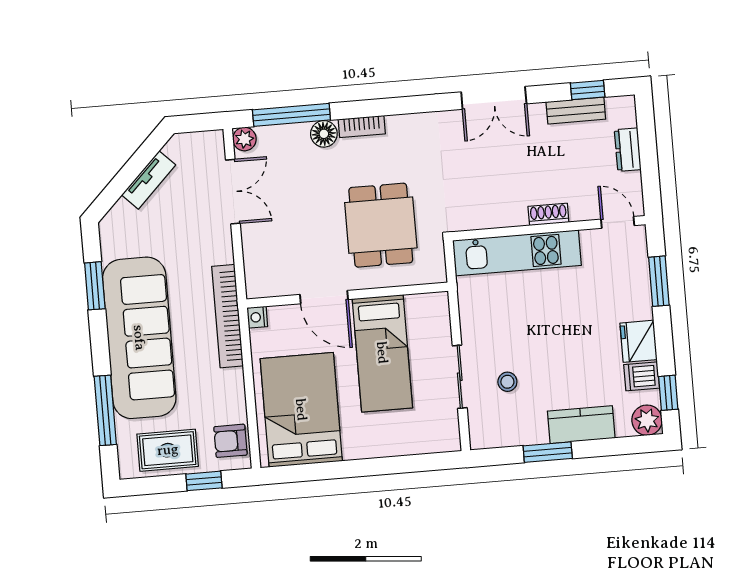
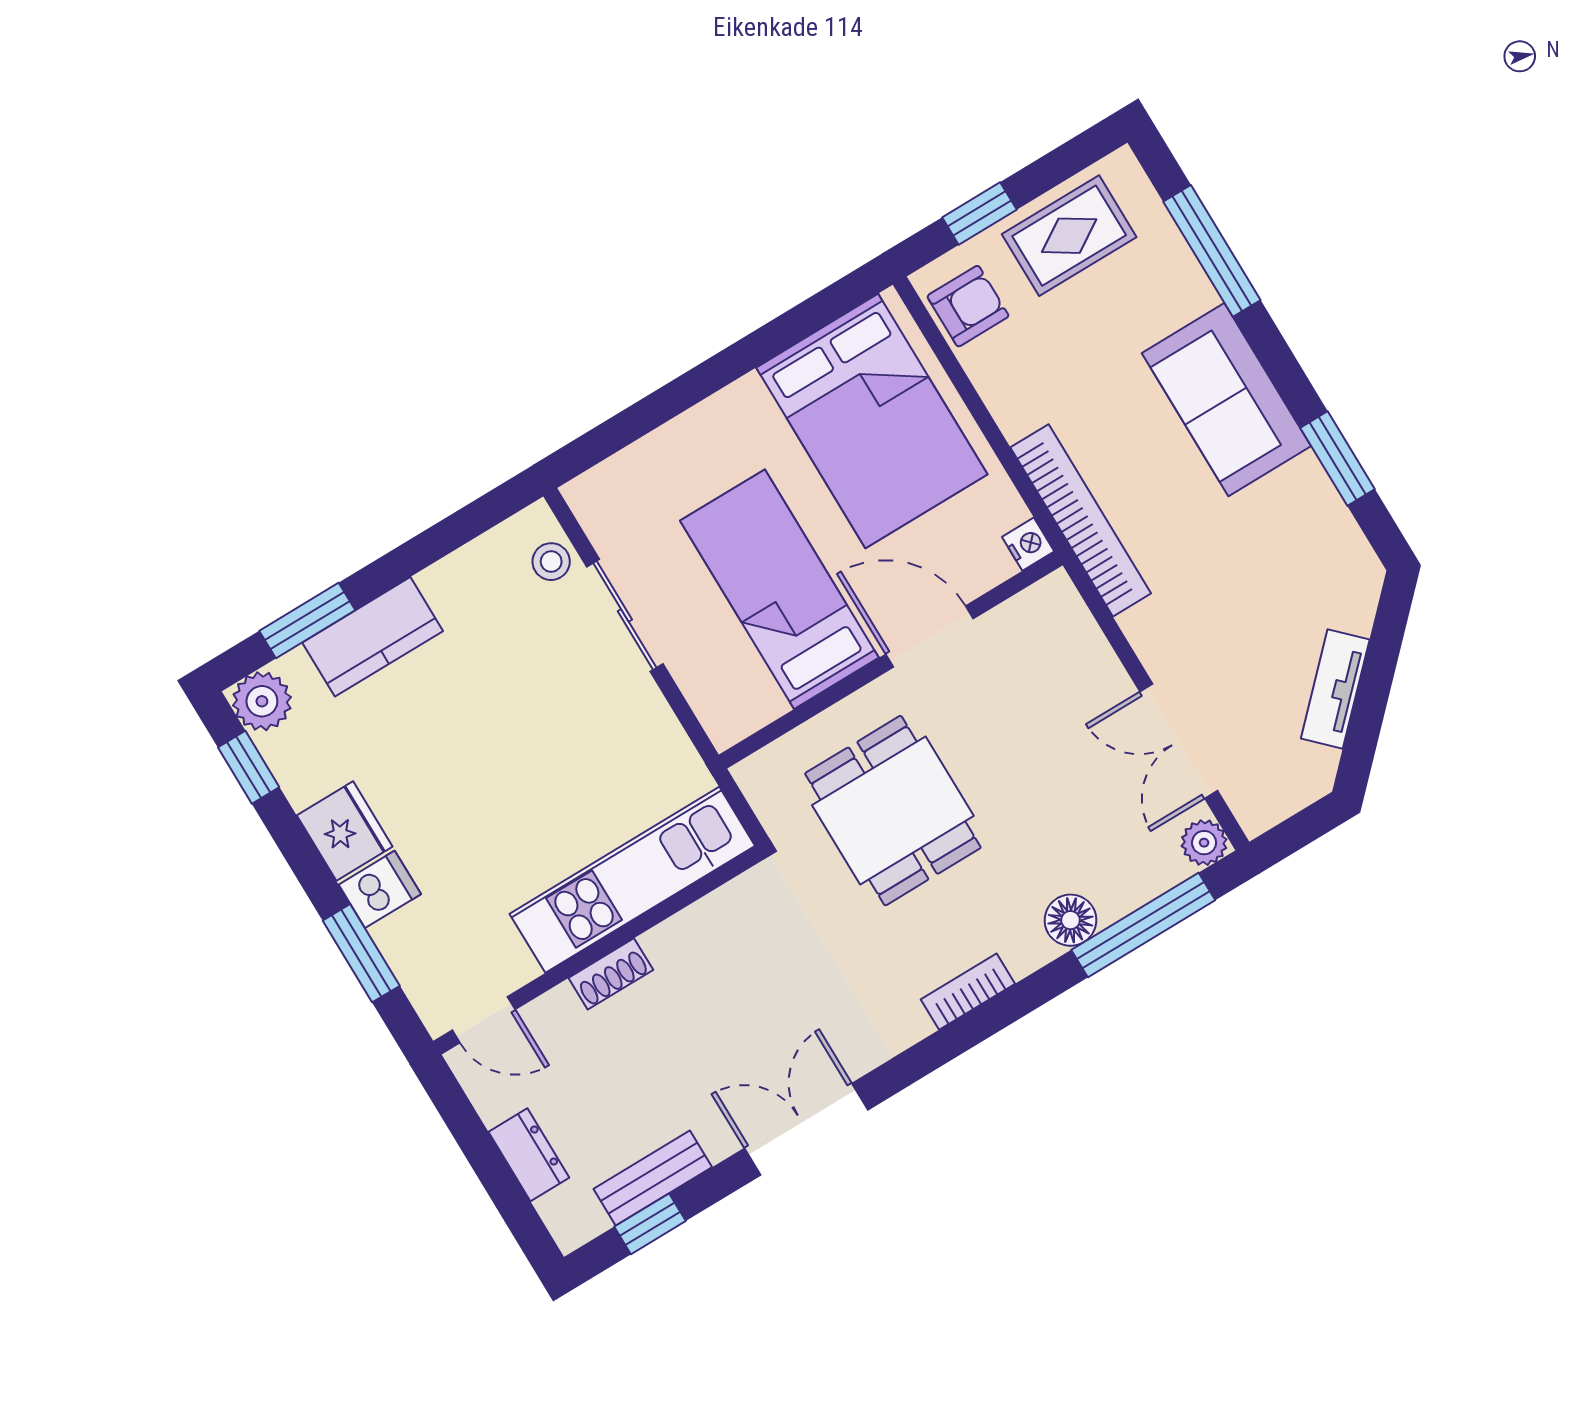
bookcase: (362, 127) -> (968, 992), moved
sofa: (139, 338) -> (1226, 400), width x0.54, depth x0.79
dishwasher: (642, 376) -> (380, 889), moved
stool: (507, 382) -> (551, 562), moved
window: (548, 452) -> (307, 621), moved

